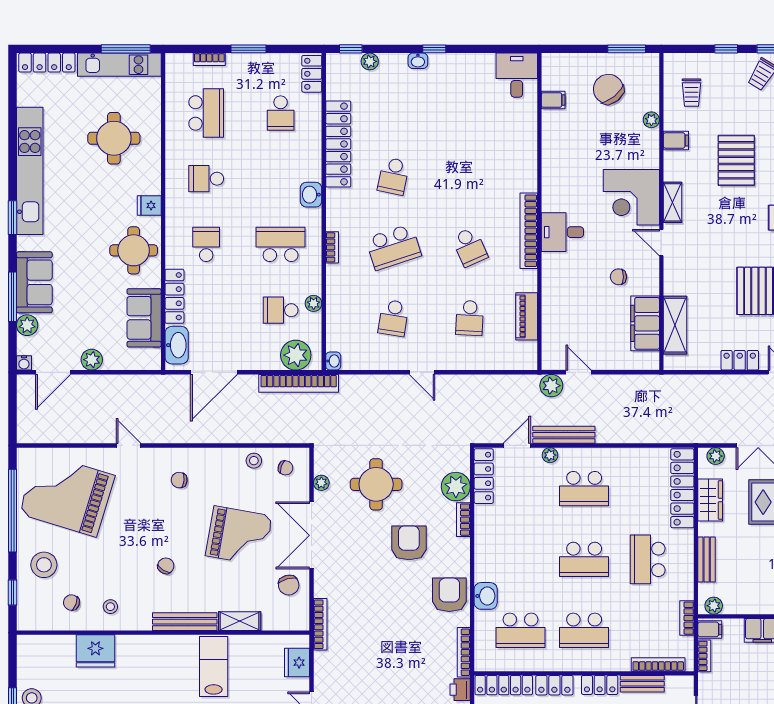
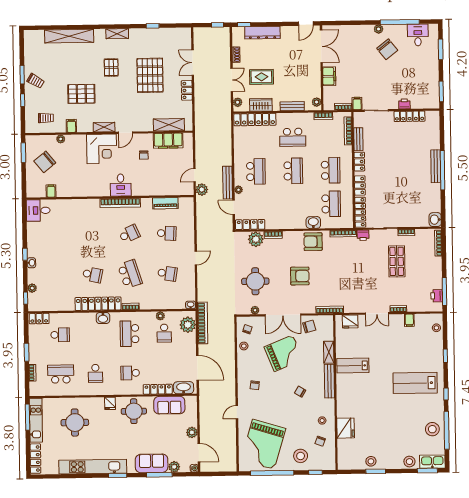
locker: (338, 144) -> (98, 304), moved
grand piano: (239, 536) -> (284, 353), turned 58
armchair: (409, 543) -> (300, 276), moved, turned 180
filing cabinet: (710, 629) -> (357, 103), moved

